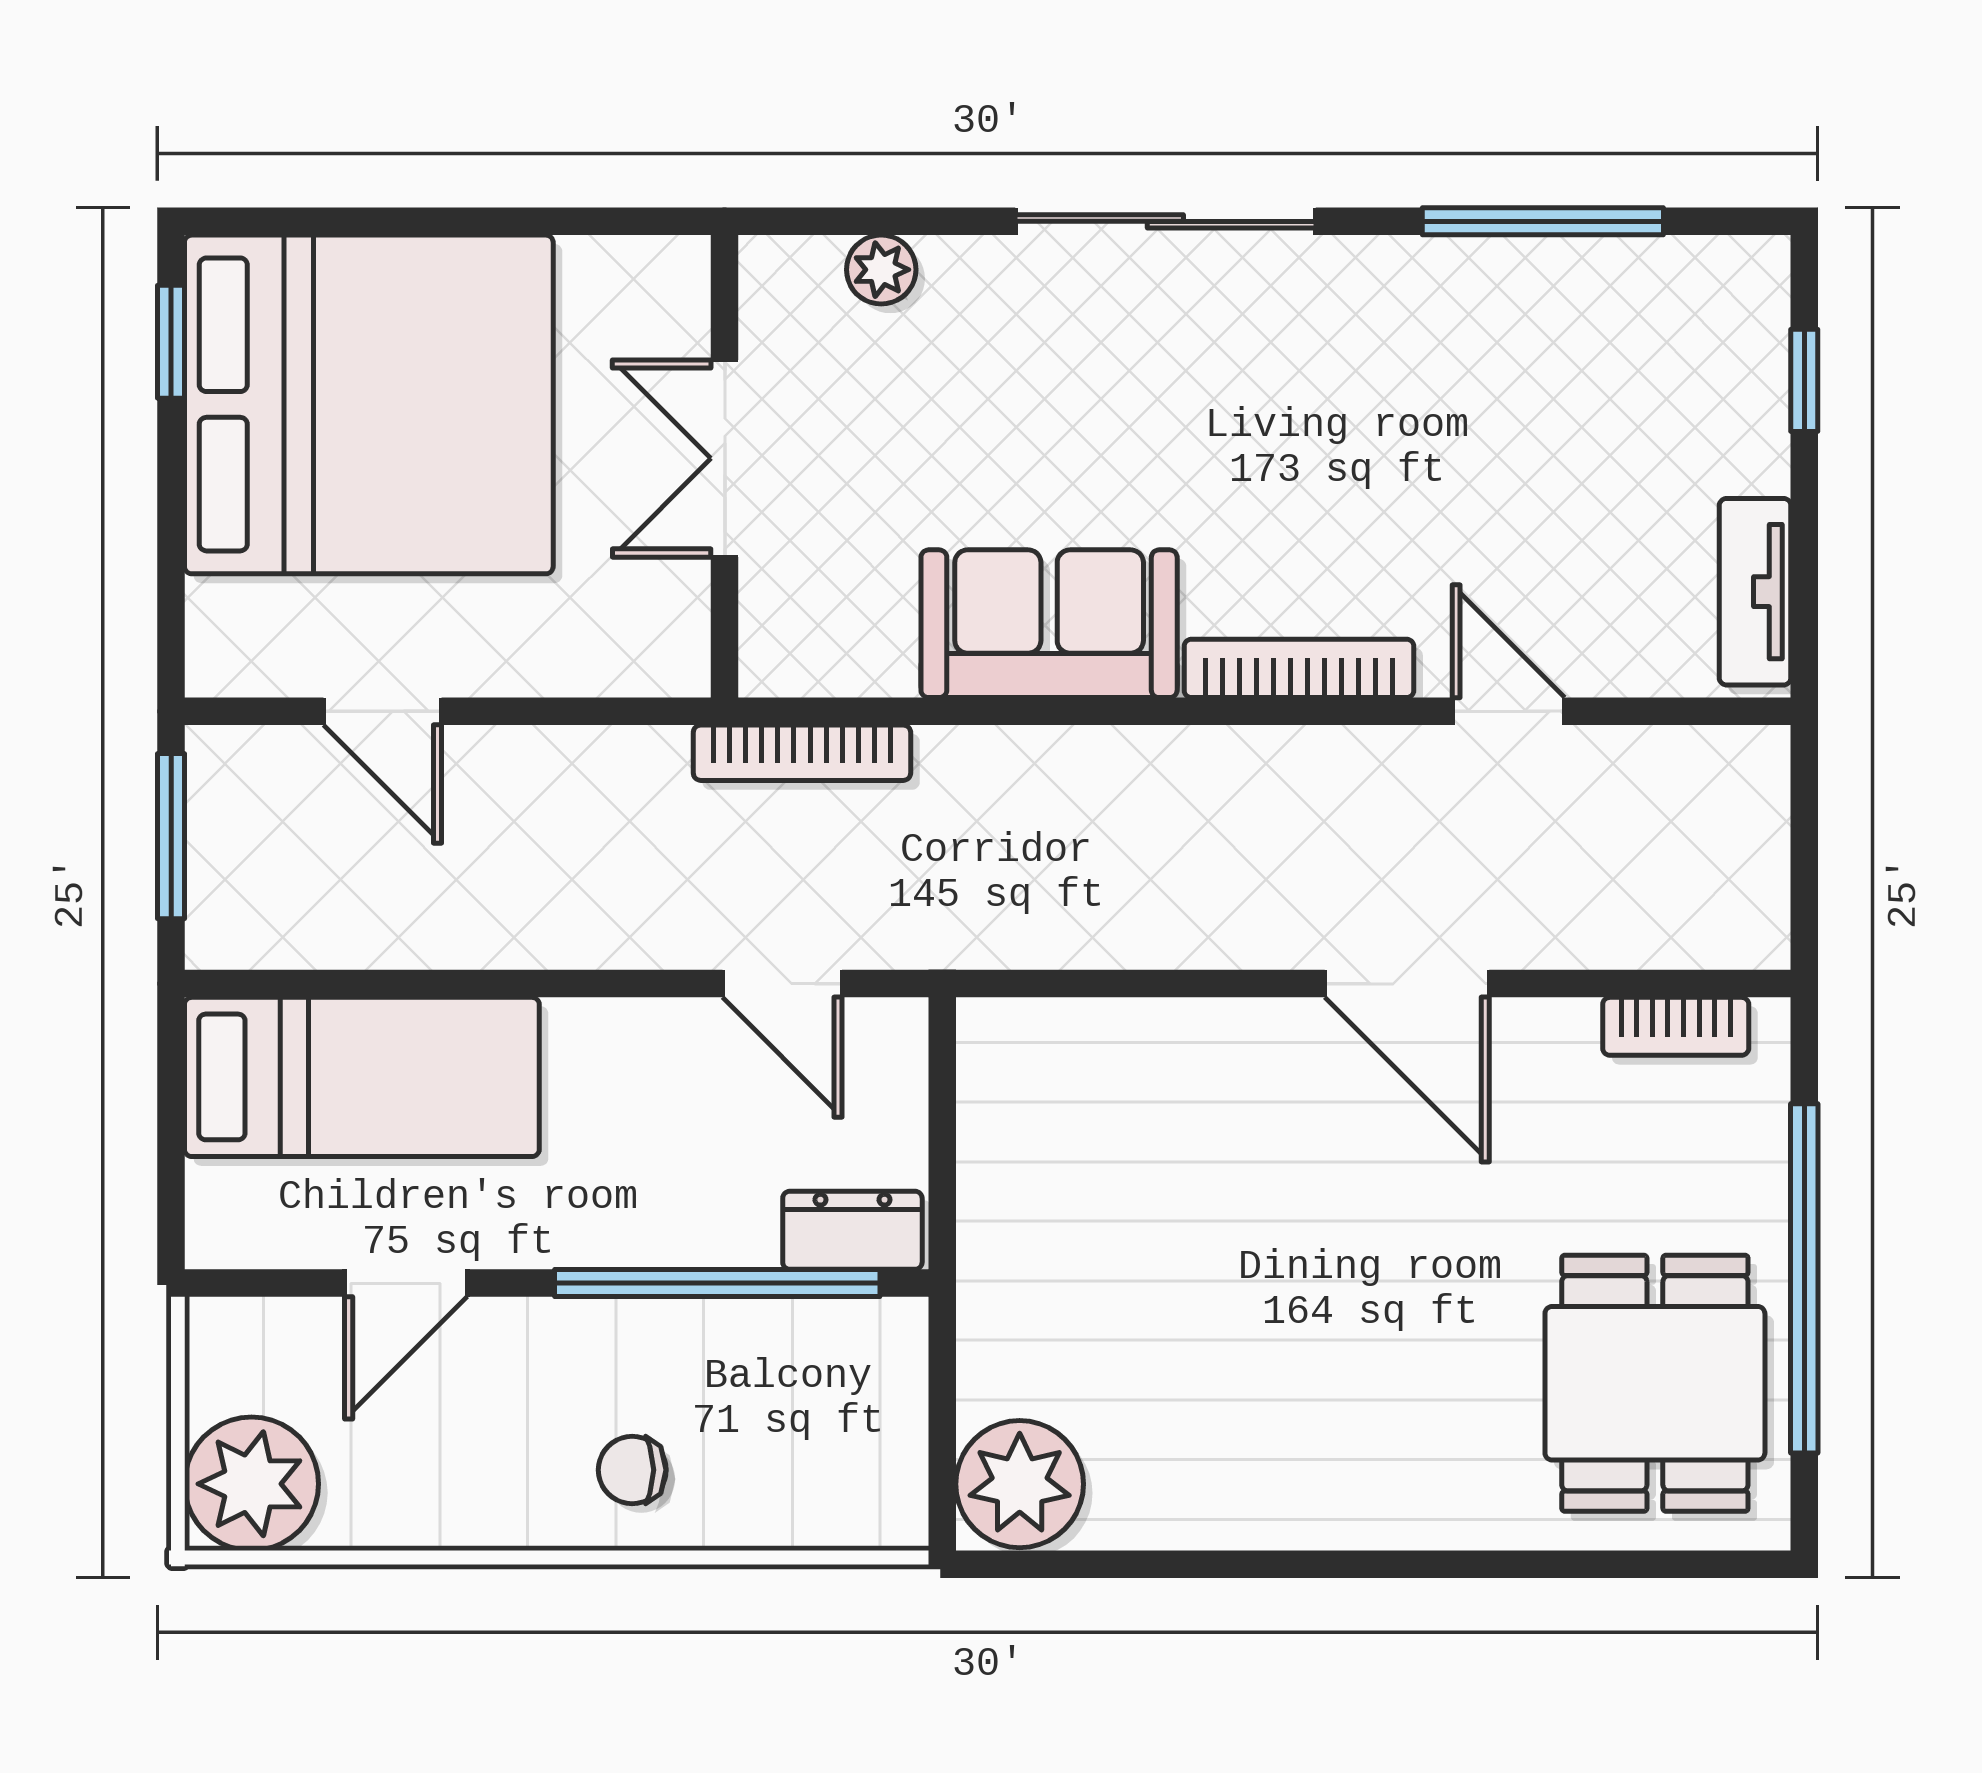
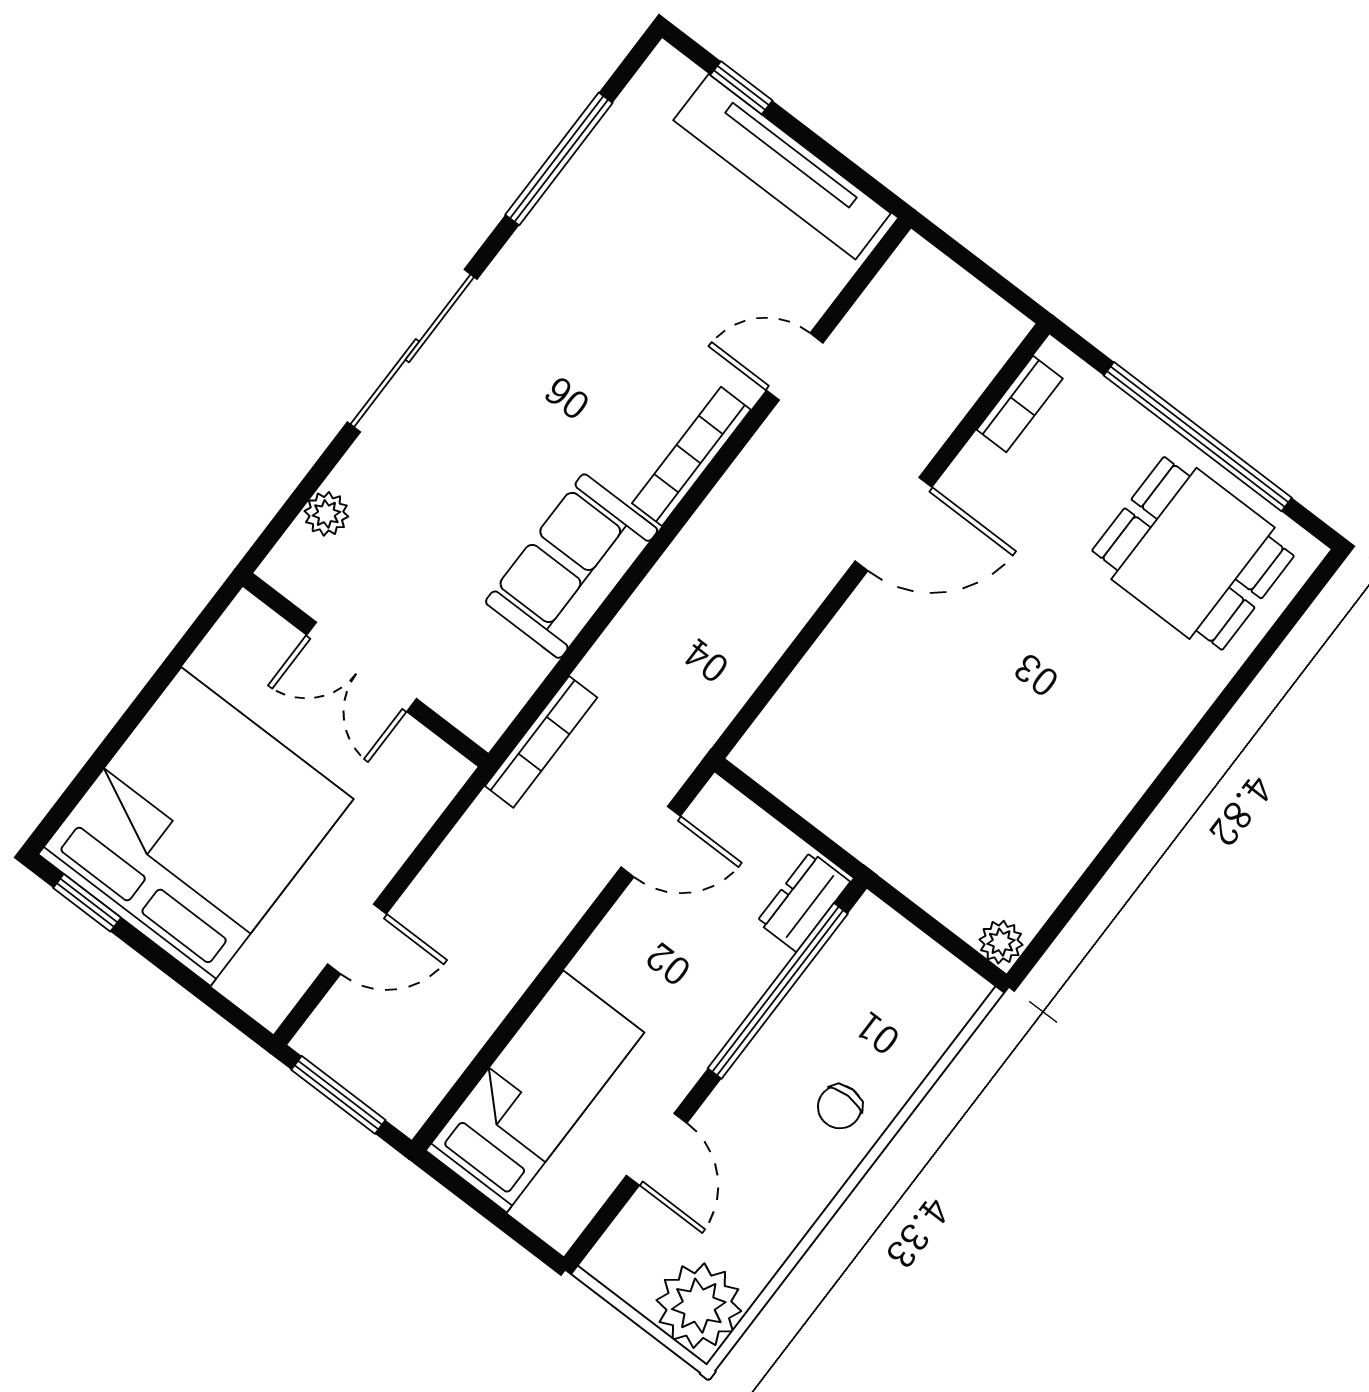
tv unit: (1755, 592) -> (782, 167), width x1.92, depth x1.29
plant: (1020, 1484) -> (1001, 942), width x0.53, depth x0.53

